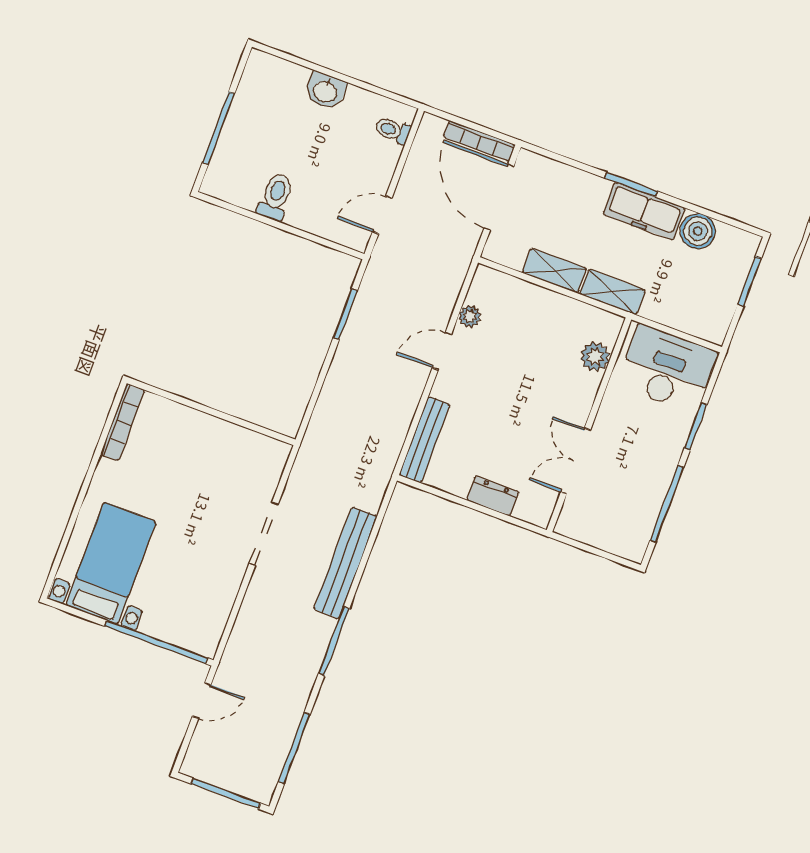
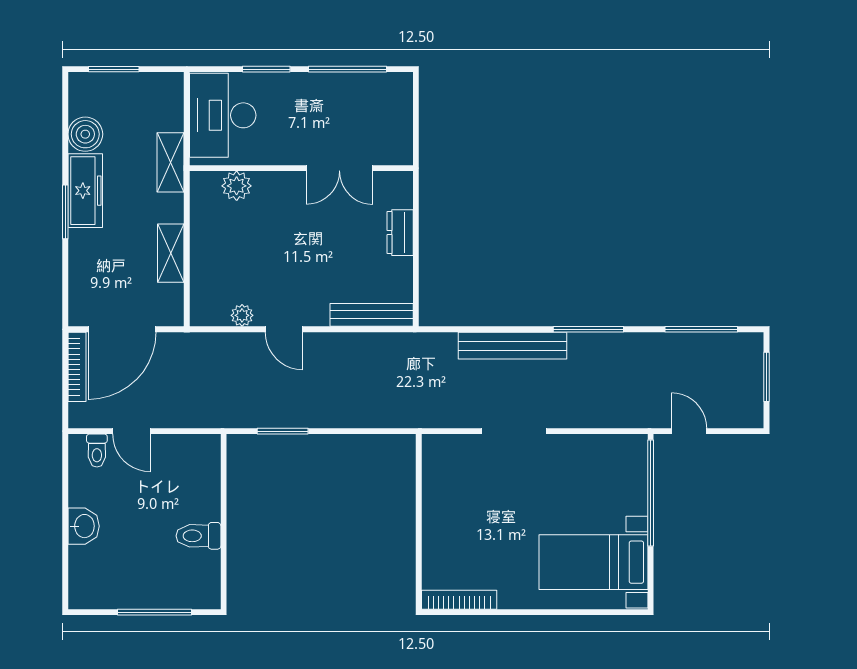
door: (382, 215) -> (131, 431), moved
shelving: (613, 292) -> (171, 162), moved
window: (226, 794) -> (767, 377), width x0.69

